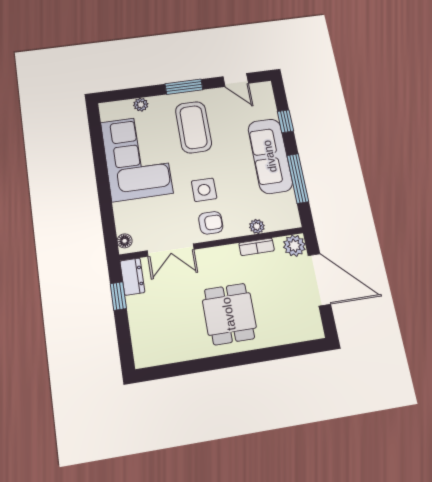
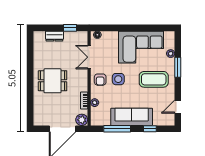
window: (184, 87) -> (178, 67), moved
dresser: (132, 277) -> (54, 36), moved

